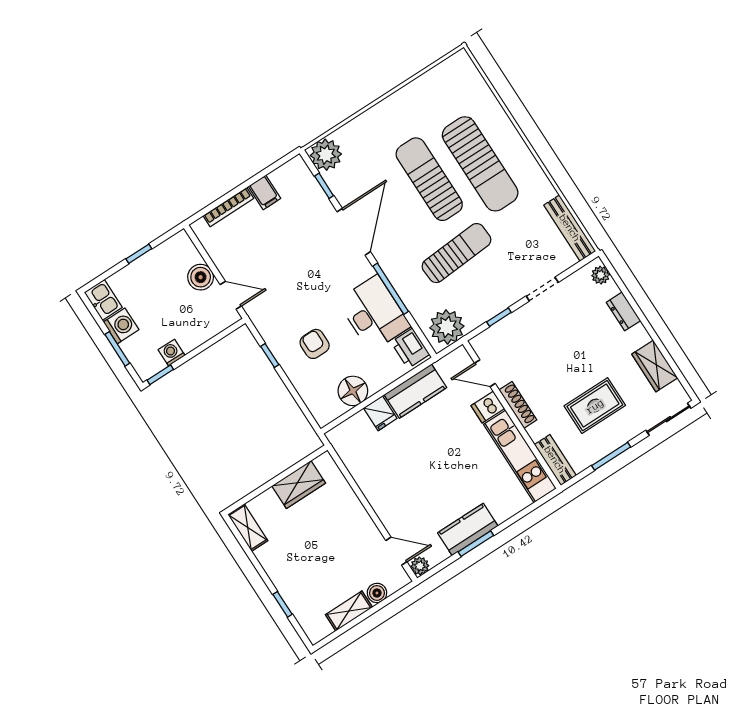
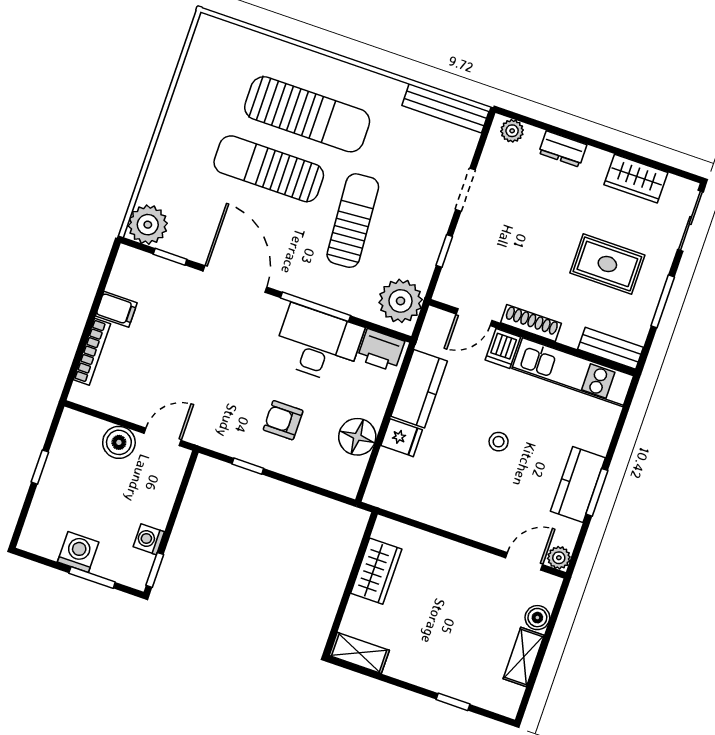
kitchen sink: (103, 300) -> (40, 540), removed
rug: (595, 406) -> (607, 264), turned 90
stool: (439, 463) -> (499, 442), added

